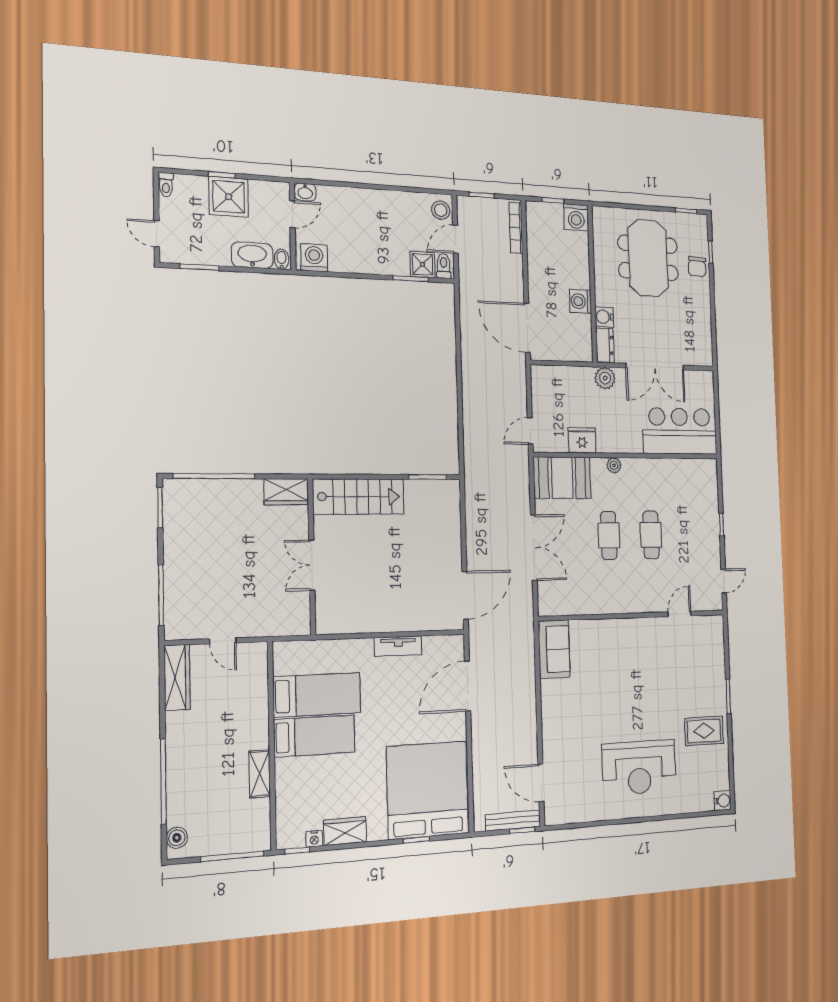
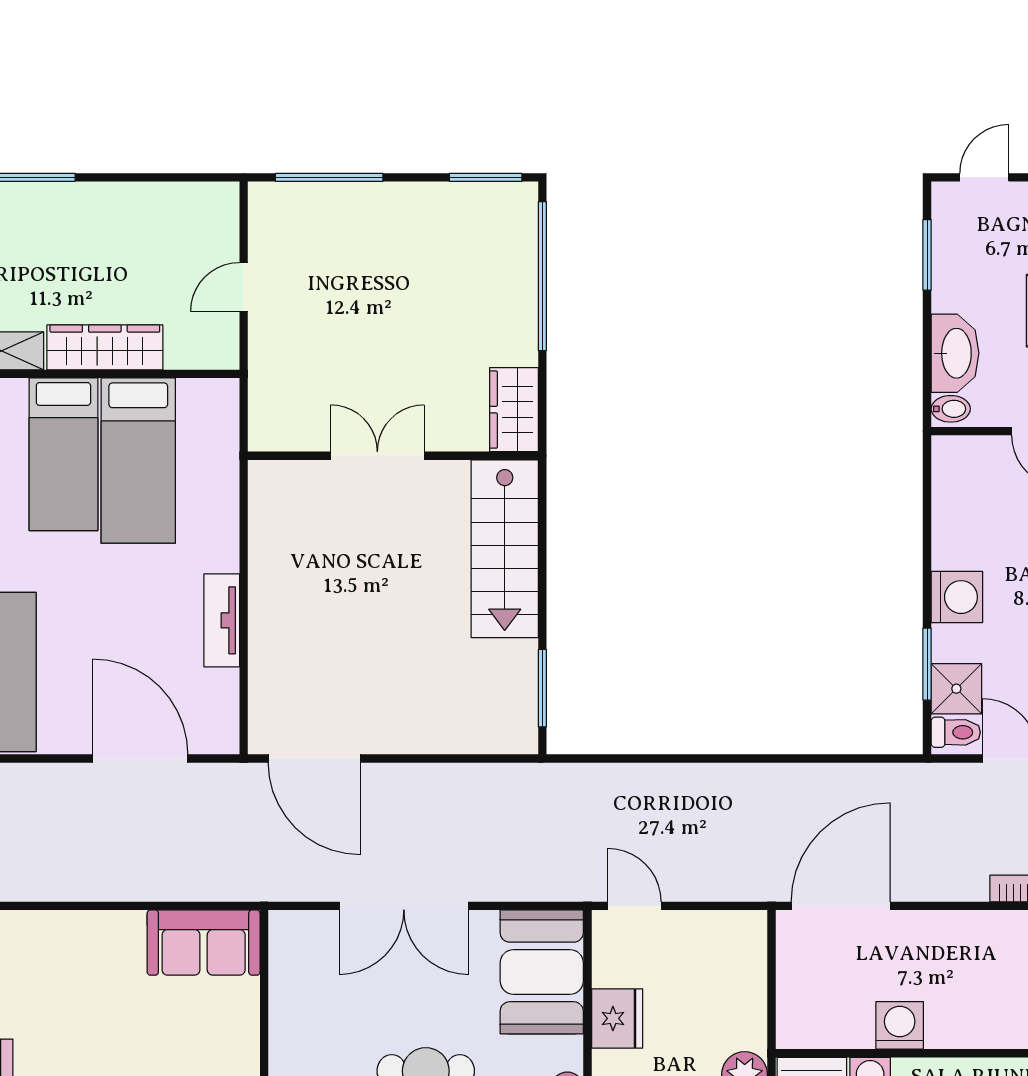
washing machine: (314, 258) -> (957, 597), moved
wardrobe: (177, 677) -> (105, 347), moved, turned 180

